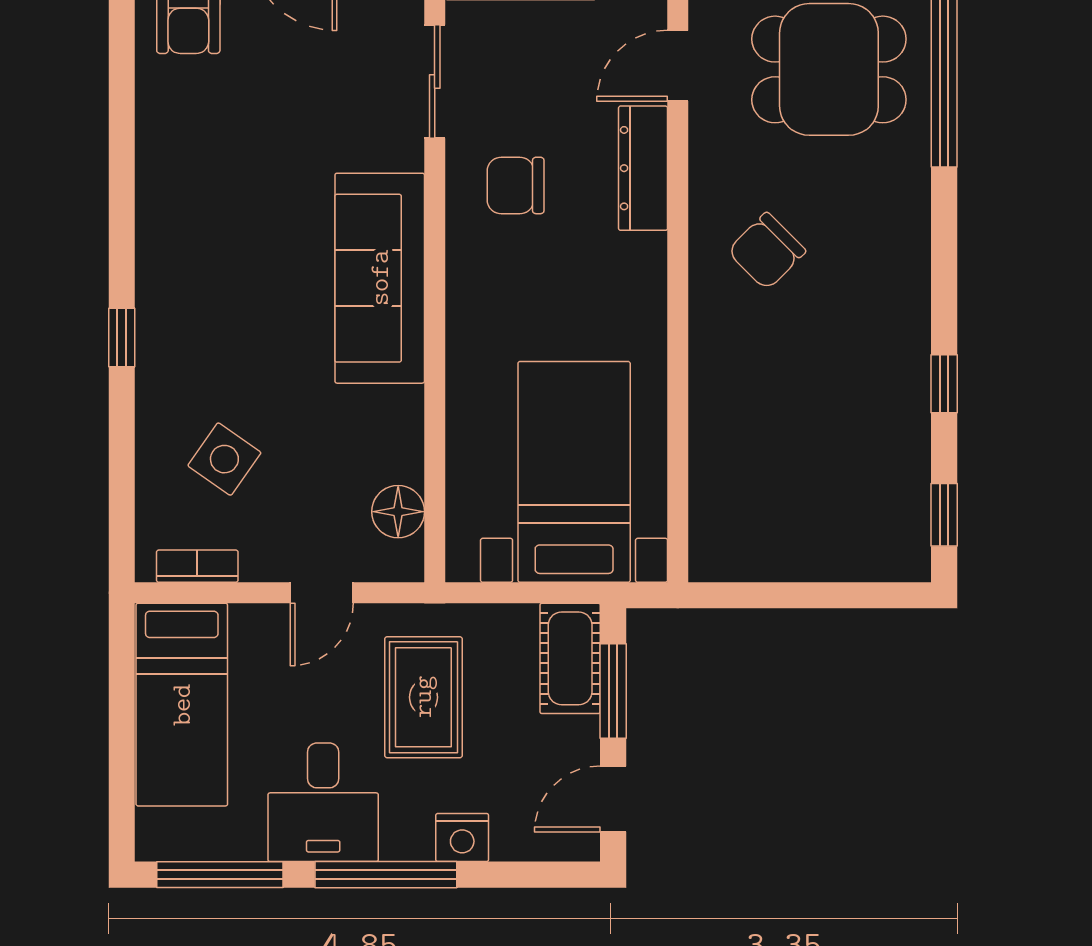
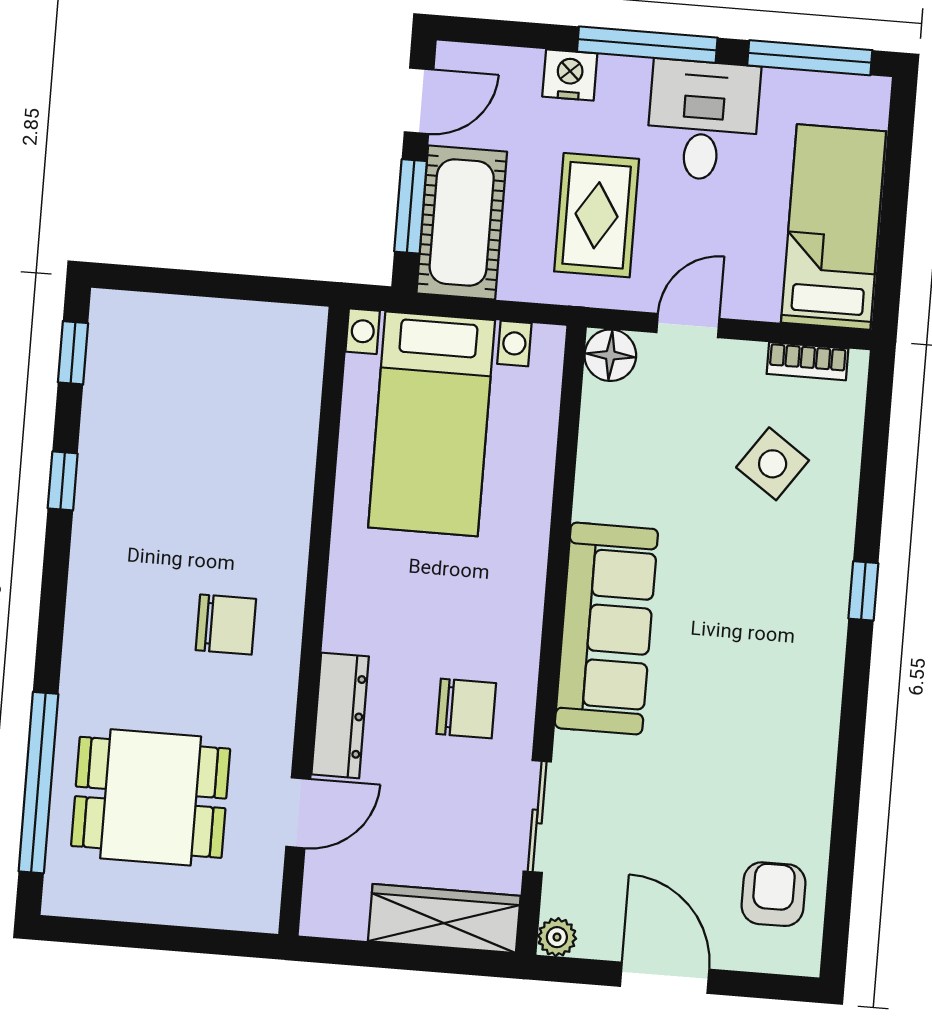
chair: (767, 251) -> (226, 625), turned 45
floor lamp: (398, 512) -> (610, 355), moved
cot: (570, 658) -> (462, 223), width x1.37, depth x1.34

